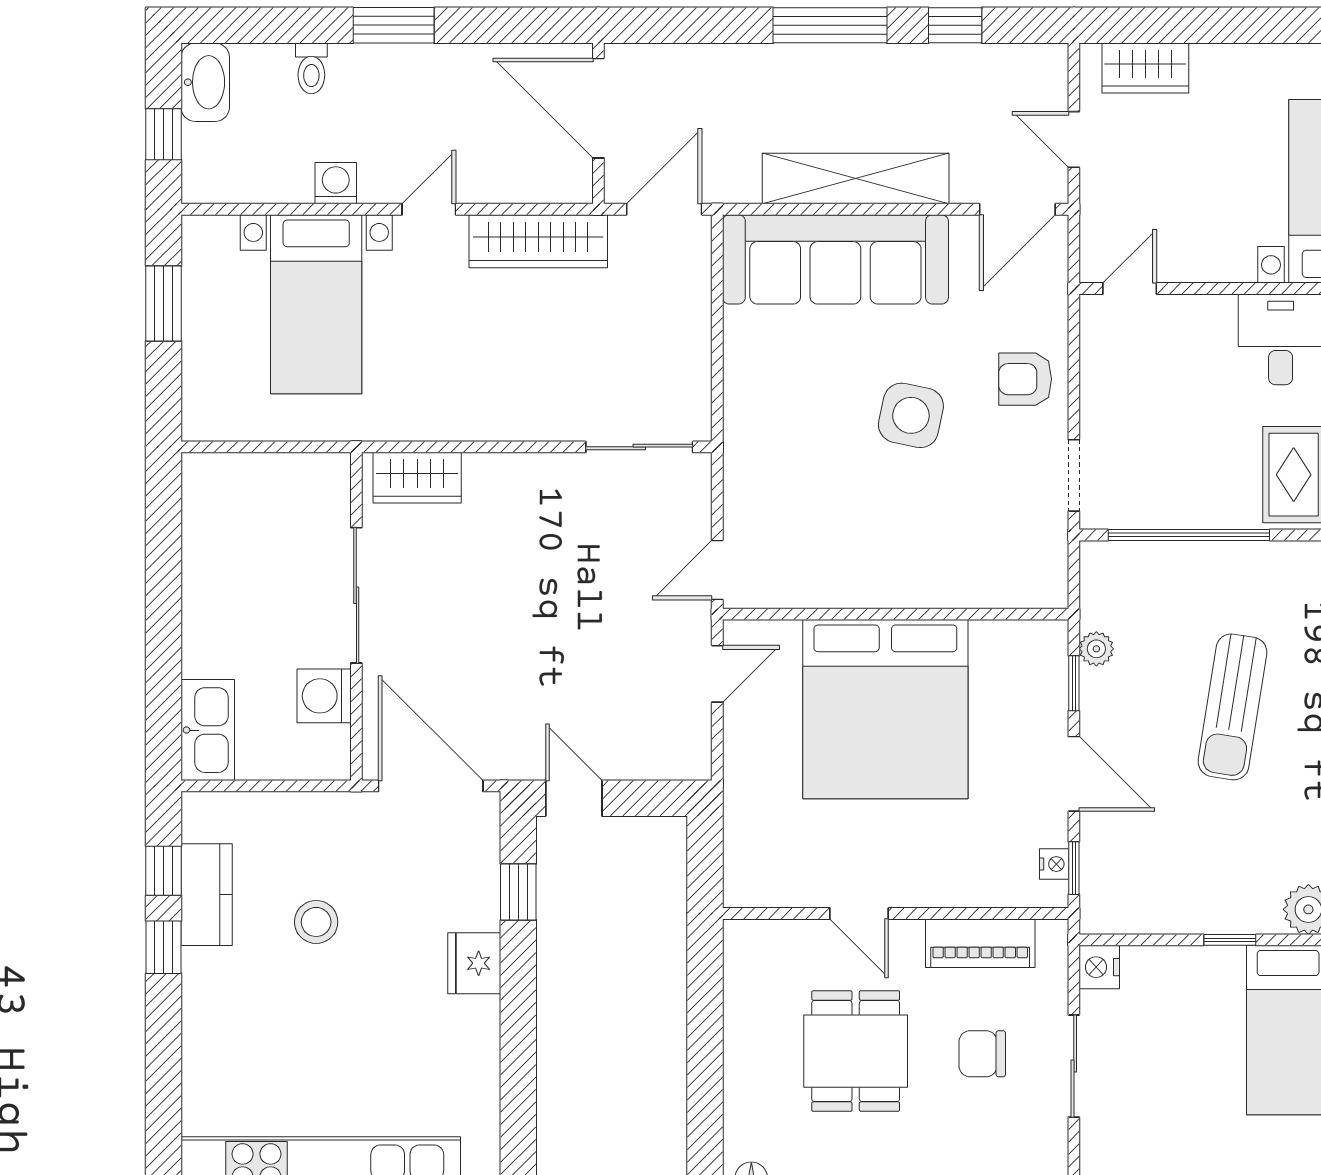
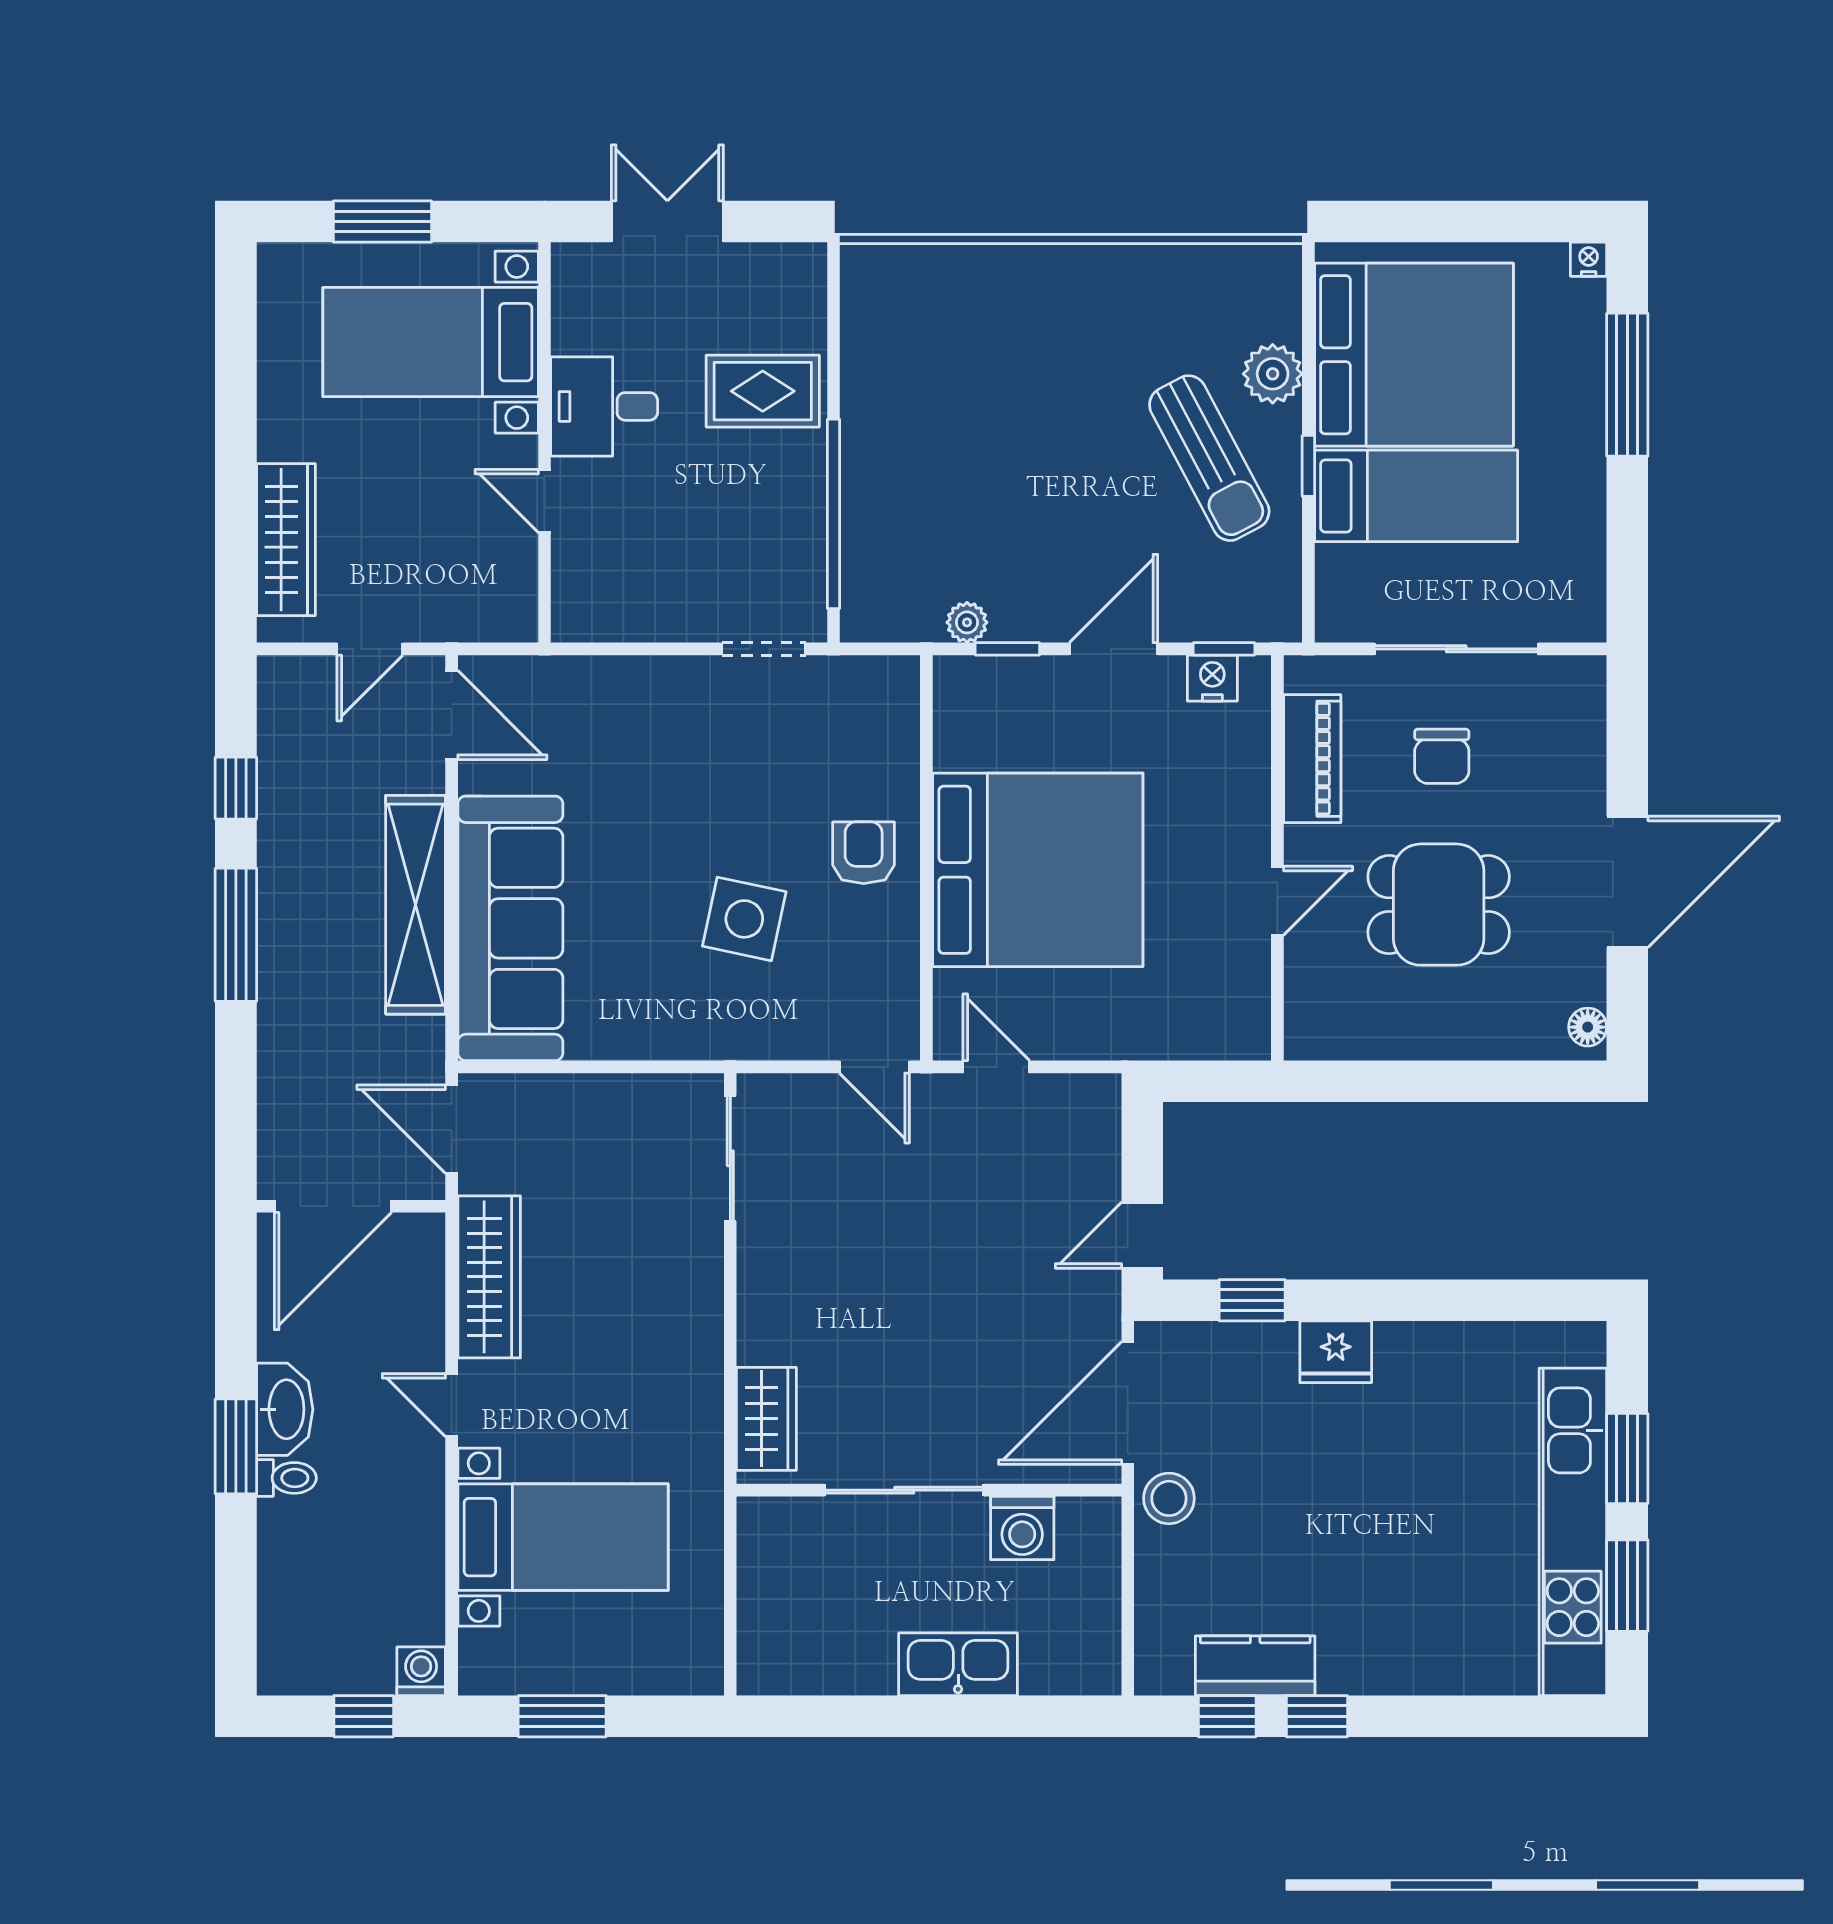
toilet: (311, 68) -> (286, 1478), moved
wardrobe: (1145, 68) -> (286, 540), width x1.50
washbasin: (205, 82) -> (285, 1409), moved, turned 90
washing machine: (336, 183) -> (421, 1671), moved, turned 90
door: (1130, 288) -> (544, 501), moved
armchair: (1025, 379) -> (864, 853), moved, turned 180
side table: (911, 415) -> (744, 919), moved
sun lounger: (1233, 707) -> (1209, 458), moved, turned 53
kitchen sink: (208, 730) -> (958, 1664), moved
nightstand: (1054, 864) -> (1212, 678), width x1.39, depth x1.35
stool: (316, 922) -> (1169, 1498), moved
nightstand: (1099, 967) -> (1340, 619), removed
bed: (1204, 1032) -> (1416, 496), added
sliding door: (1074, 1066) -> (1456, 649), width x1.37

